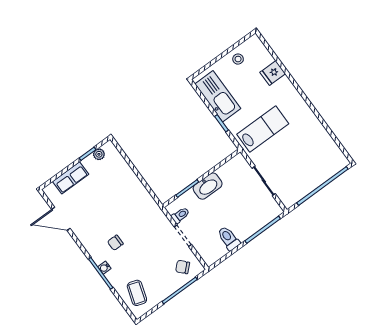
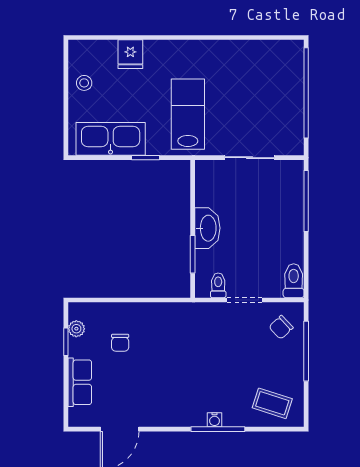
toilet: (229, 238) -> (294, 281), moved, turned 90
chair: (115, 243) -> (120, 343), moved

